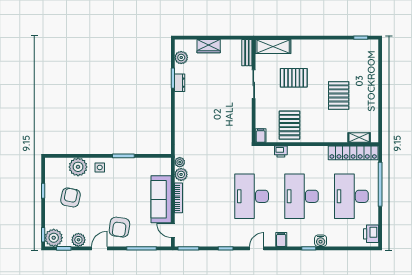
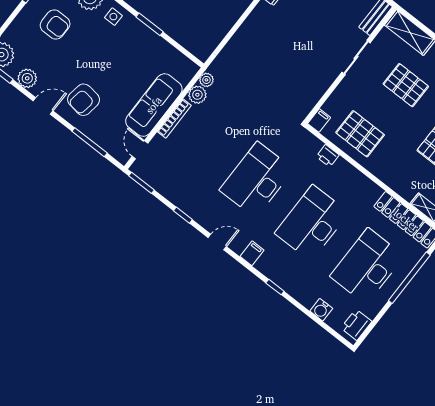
pallet: (289, 125) -> (360, 134), turned 90
armchair: (70, 197) -> (55, 24), turned 79
water cooler: (321, 241) -> (321, 310), moved

